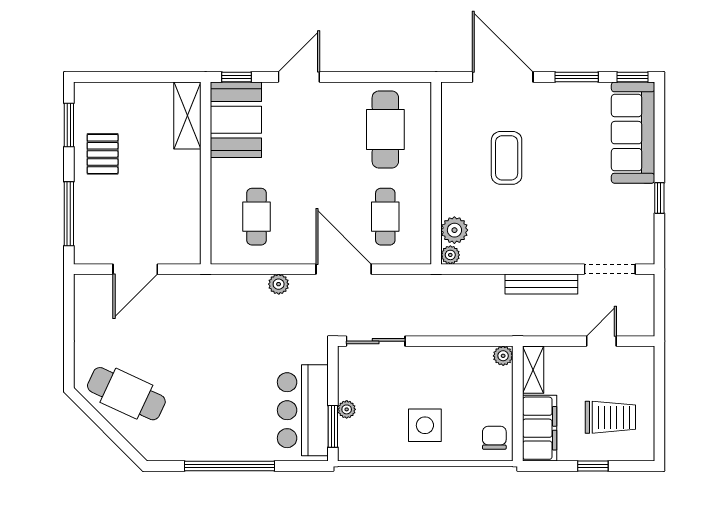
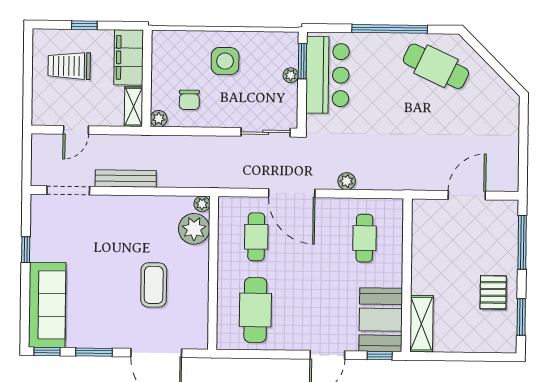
plant: (454, 230) -> (194, 229), width x1.36, depth x1.36
cafe table: (126, 394) -> (436, 66), moved
chair: (494, 438) -> (189, 100), moved

